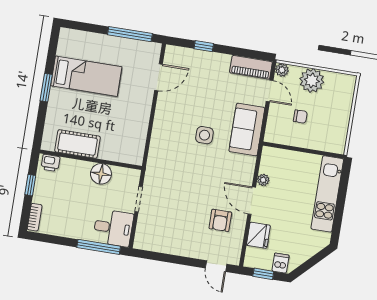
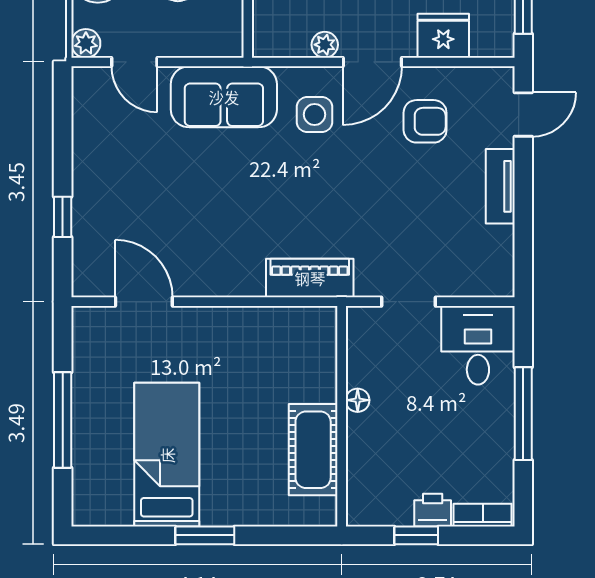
window: (130, 34) -> (63, 420), moved
piano: (251, 67) -> (310, 278), moved, turned -90
door: (270, 91) -> (134, 62), swing flipped
side table: (204, 135) -> (315, 115), moved
printer: (50, 163) -> (433, 510), moved, turned -90
floor lamp: (101, 174) -> (358, 400), width x0.53, depth x0.53
window: (99, 247) -> (523, 414), moved
tv unit: (185, 250) -> (500, 186), added

